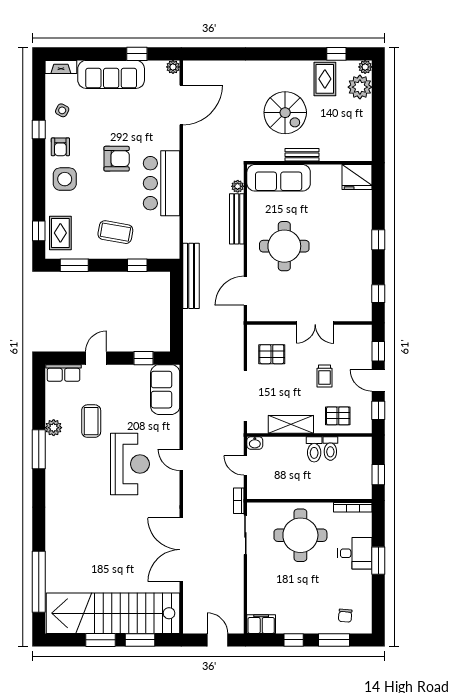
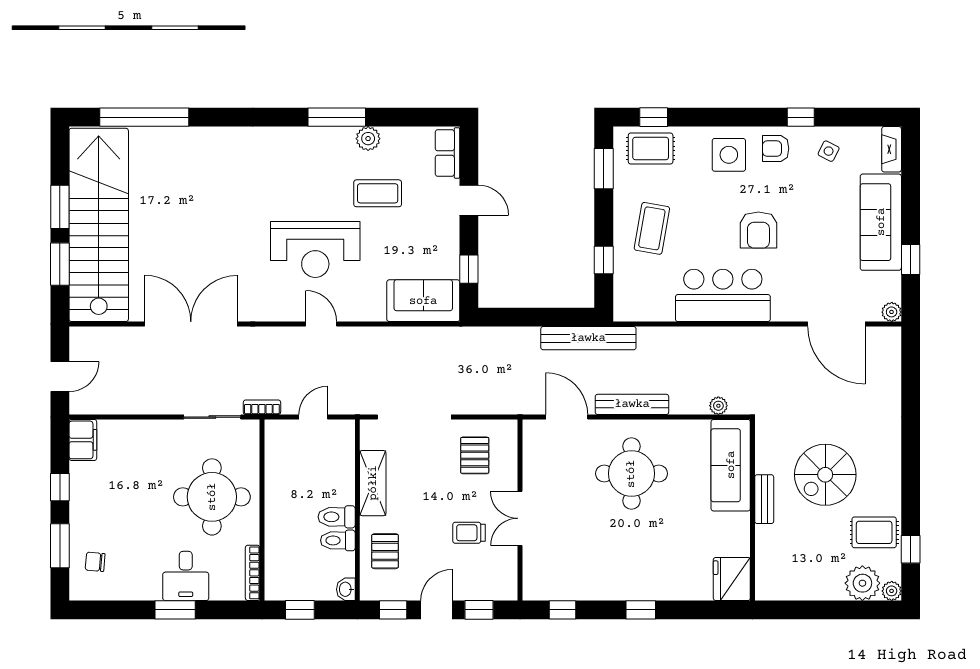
bench: (237, 219) -> (632, 404), moved
trolley: (324, 376) -> (469, 533), moved
washbasin: (255, 443) -> (346, 589), moved
door: (181, 460) -> (321, 324), hinge flipped

